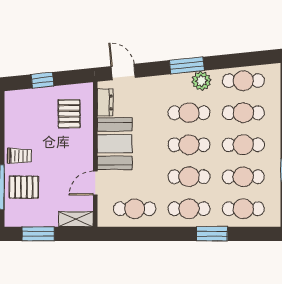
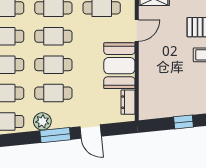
door: (123, 72) -> (91, 131), moved
pallet: (69, 114) -> (160, 92), removed

